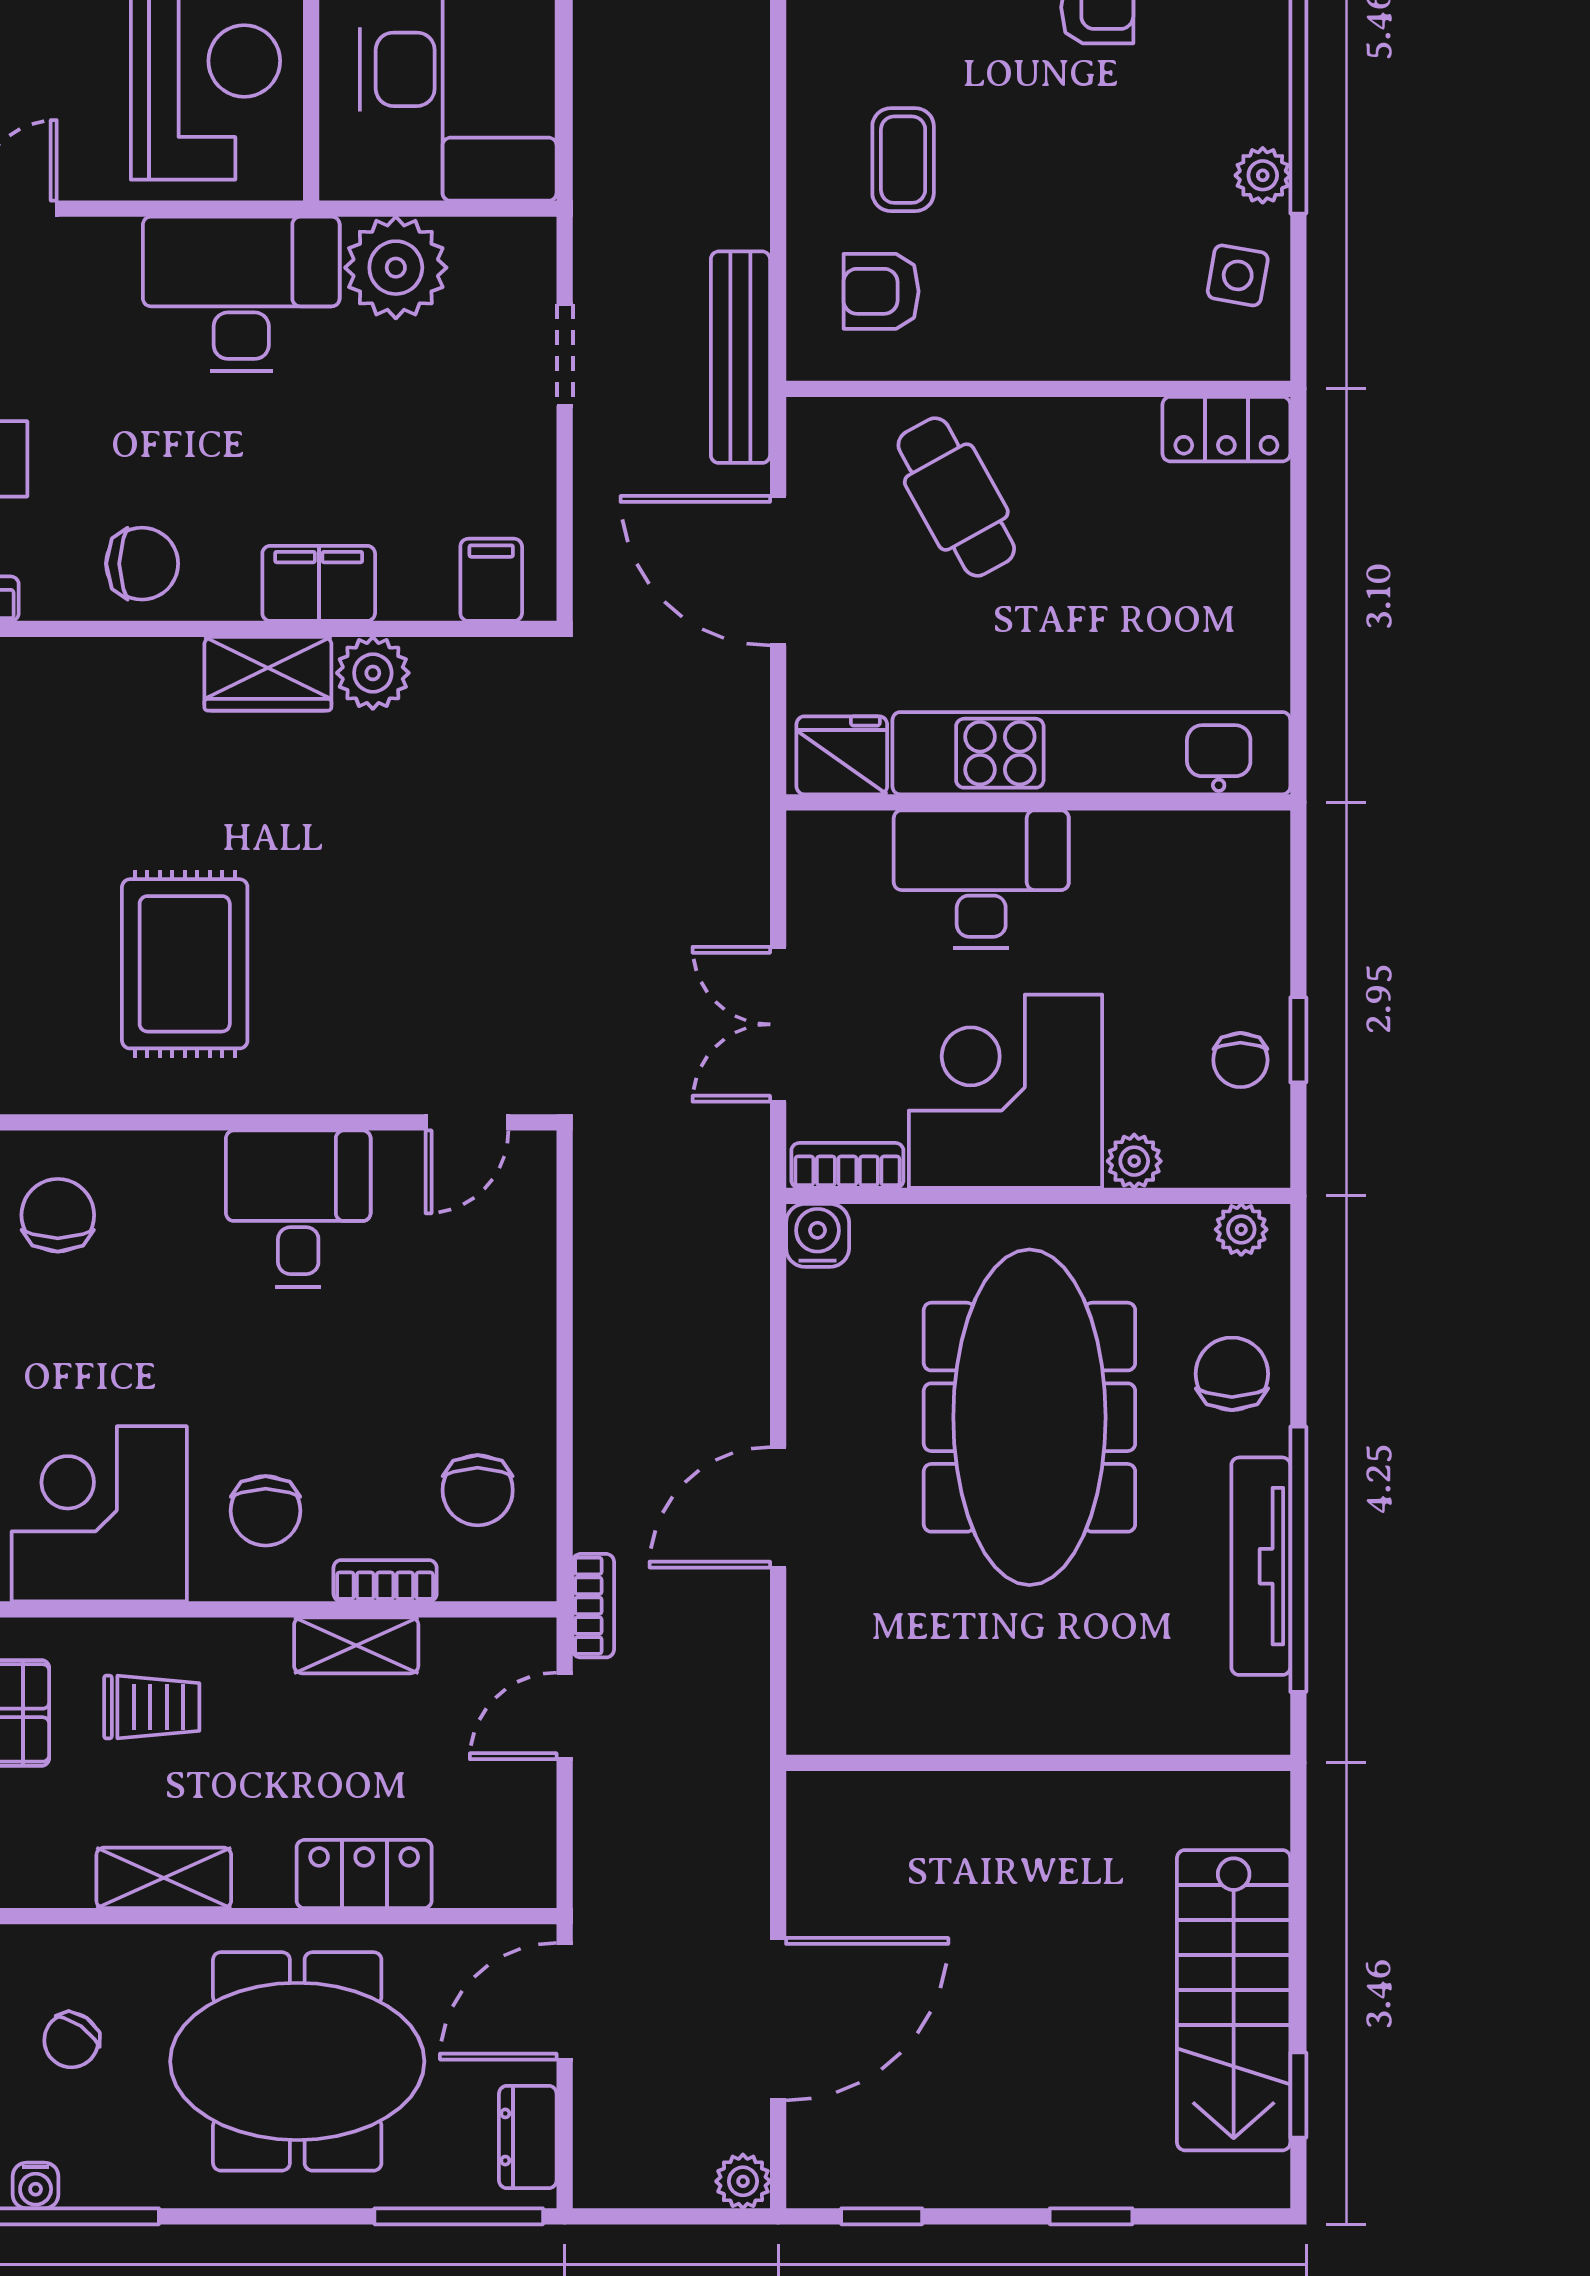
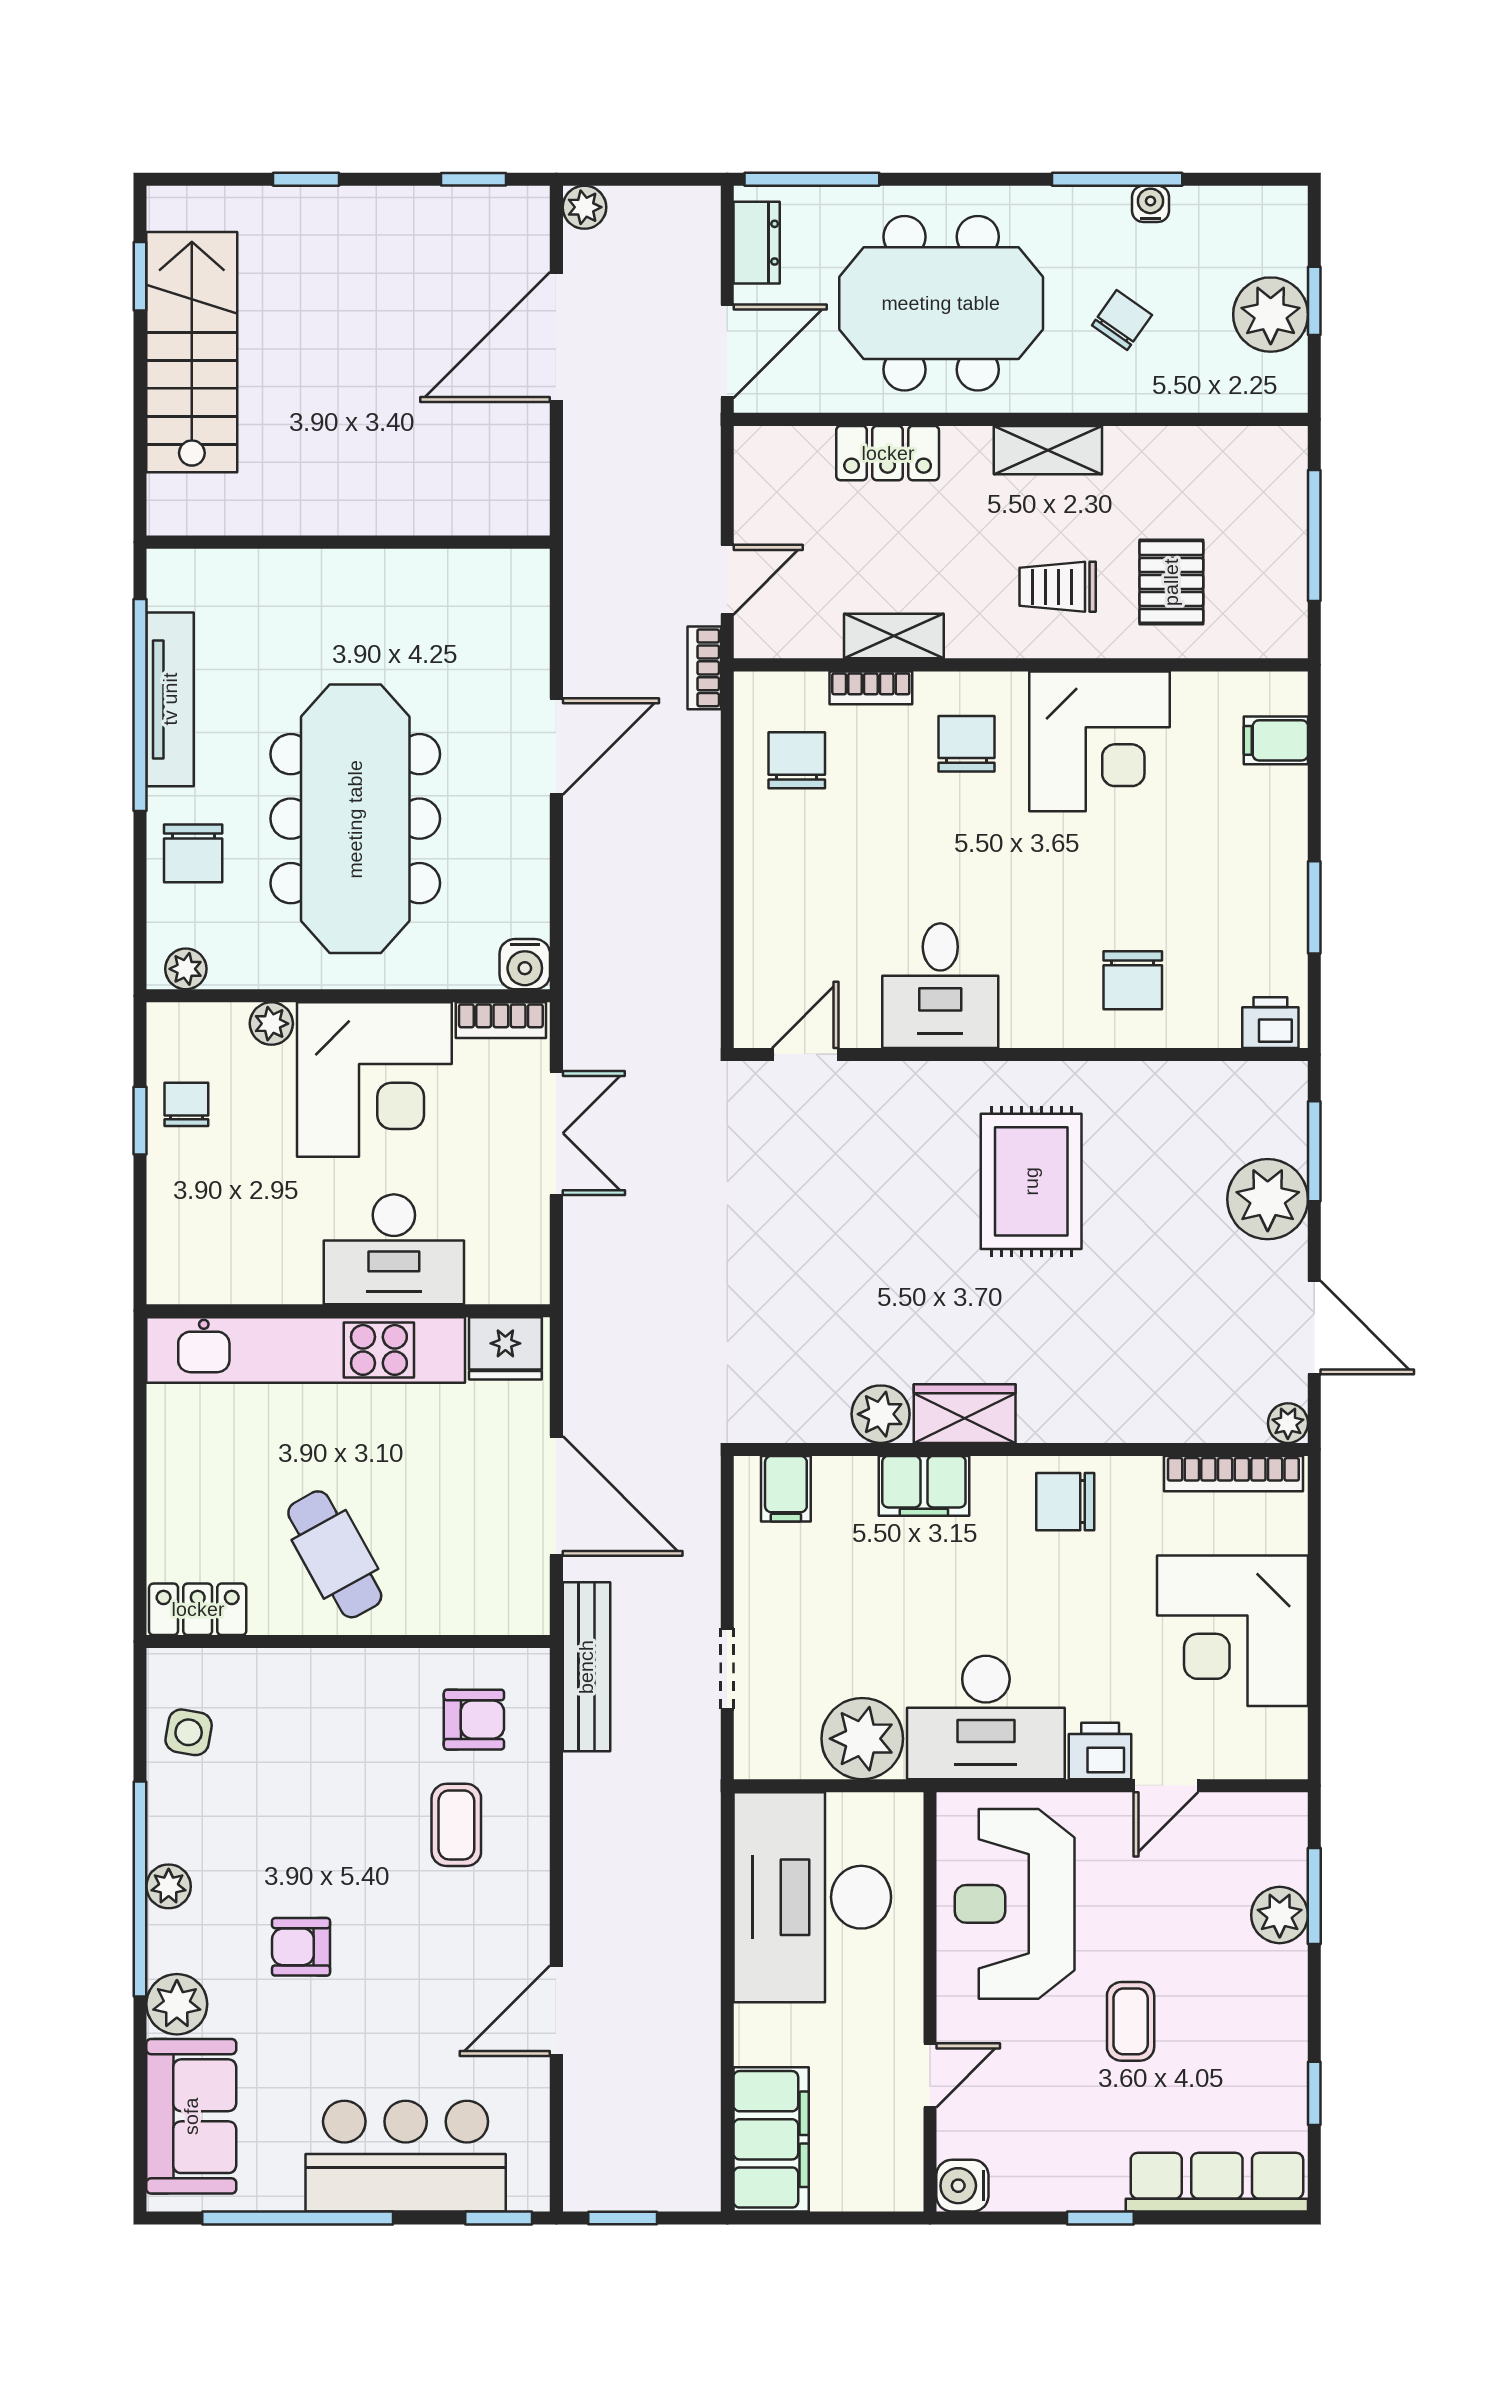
plant: (1263, 175) -> (169, 1886), moved
printer: (99, 252) -> (1100, 1751), added
cafe table: (956, 497) -> (335, 1554), moved

